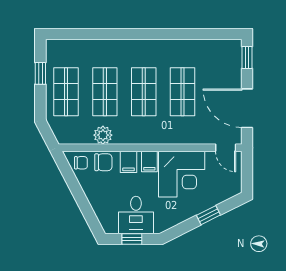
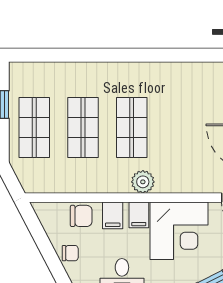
shop shelf: (183, 92) -> (180, 128), removed
plant: (103, 135) -> (143, 182), moved
chair: (81, 163) -> (70, 253), moved

